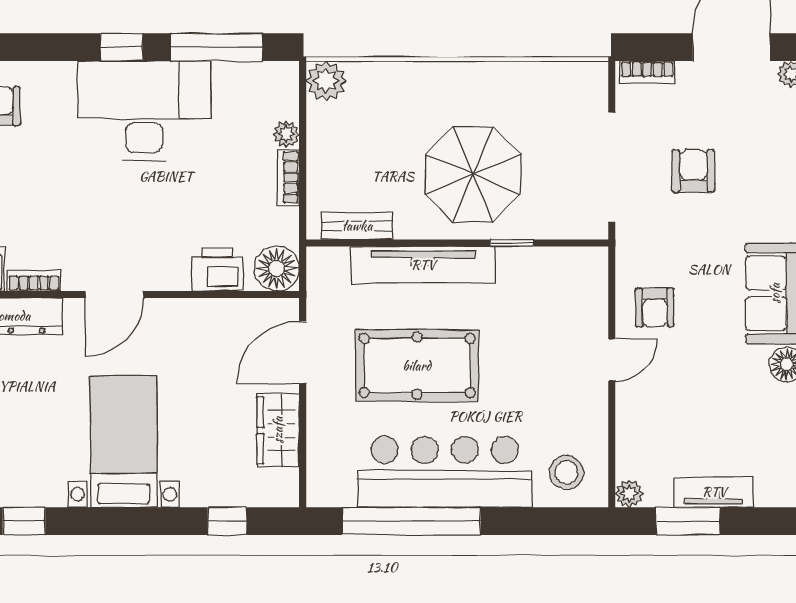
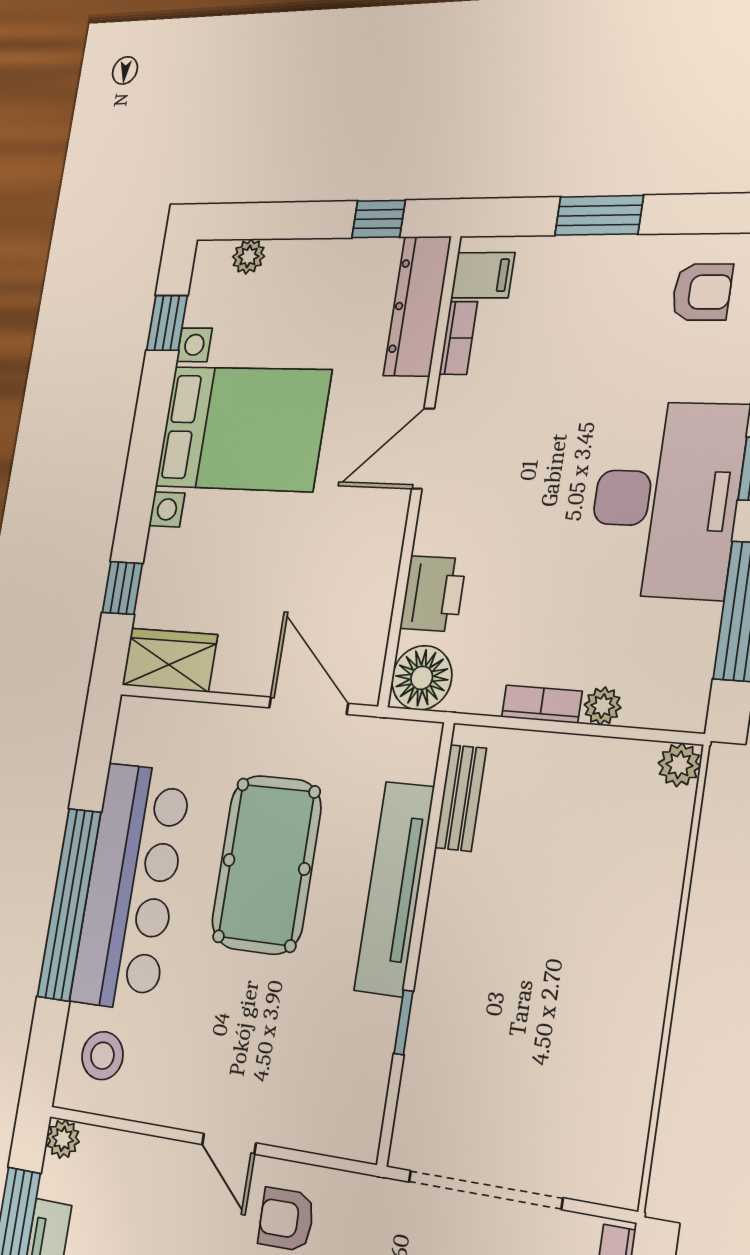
plant: (326, 81) -> (679, 765), width x0.73, depth x0.73
parasol: (473, 174) -> (506, 978), removed
door: (114, 294) -> (423, 449), hinge flipped
wardrobe: (278, 430) -> (170, 660), moved
bed with nightstands: (124, 442) -> (243, 429), width x1.36
window: (411, 521) -> (69, 904), moved

